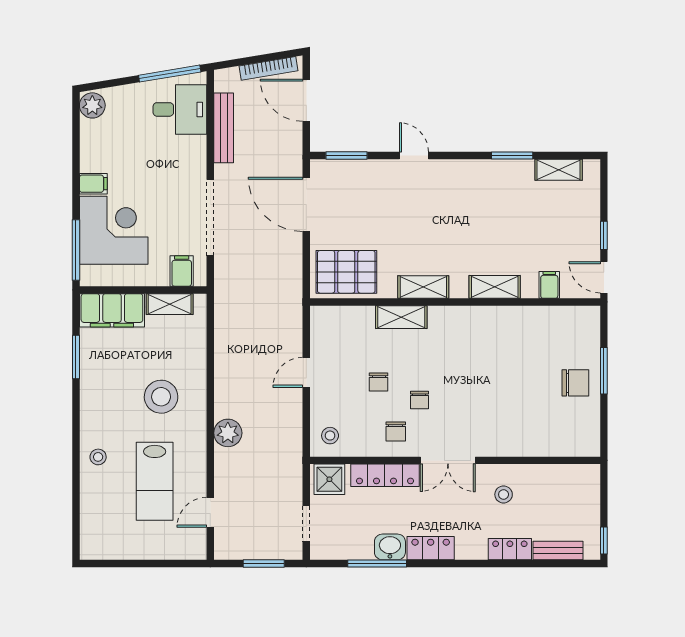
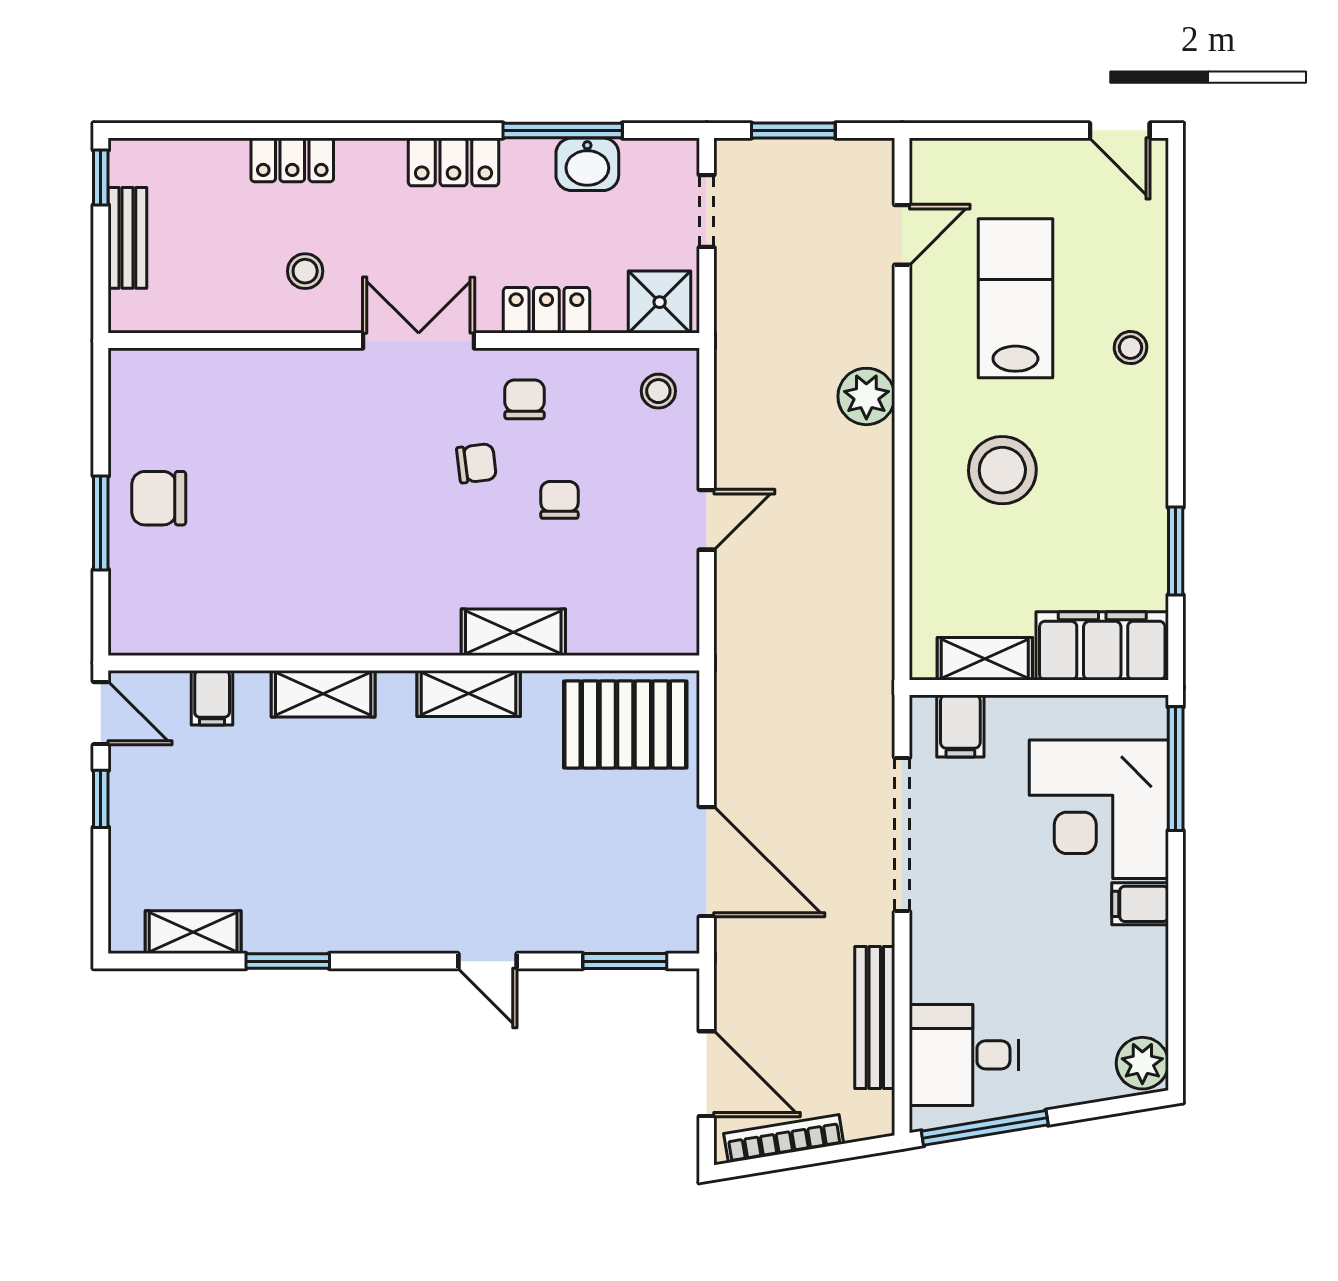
chair: (419, 400) -> (476, 463), turned 83
locker: (385, 475) -> (546, 310), width x0.66
washbasin: (390, 547) -> (587, 164), moved
bench: (558, 550) -> (127, 238), moved, turned 90
door: (103, 564) -> (1120, 130), added

